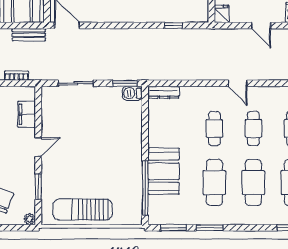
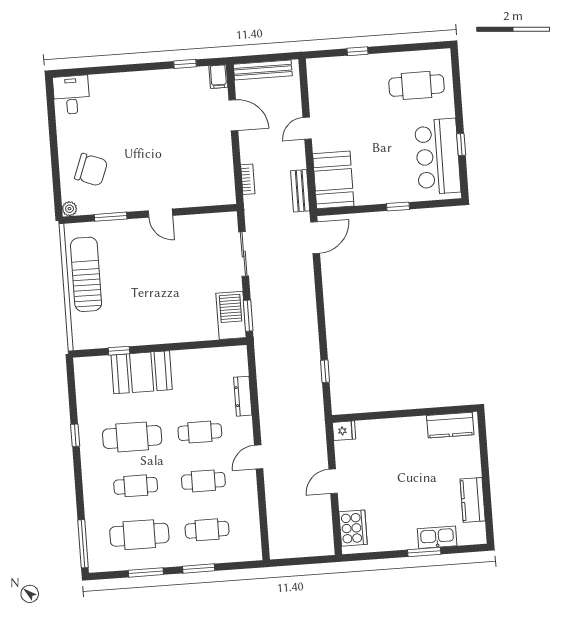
dresser: (164, 92) -> (243, 396), moved
barbecue: (132, 93) -> (231, 315), width x1.88, depth x1.53
filing cabinet: (27, 114) -> (200, 195), removed
cafe table: (253, 183) -> (136, 486), width x0.73, depth x0.74
window: (145, 188) -> (119, 351), width x0.32
window: (174, 228) -> (72, 390), removed
window: (210, 228) -> (75, 435), width x0.67

